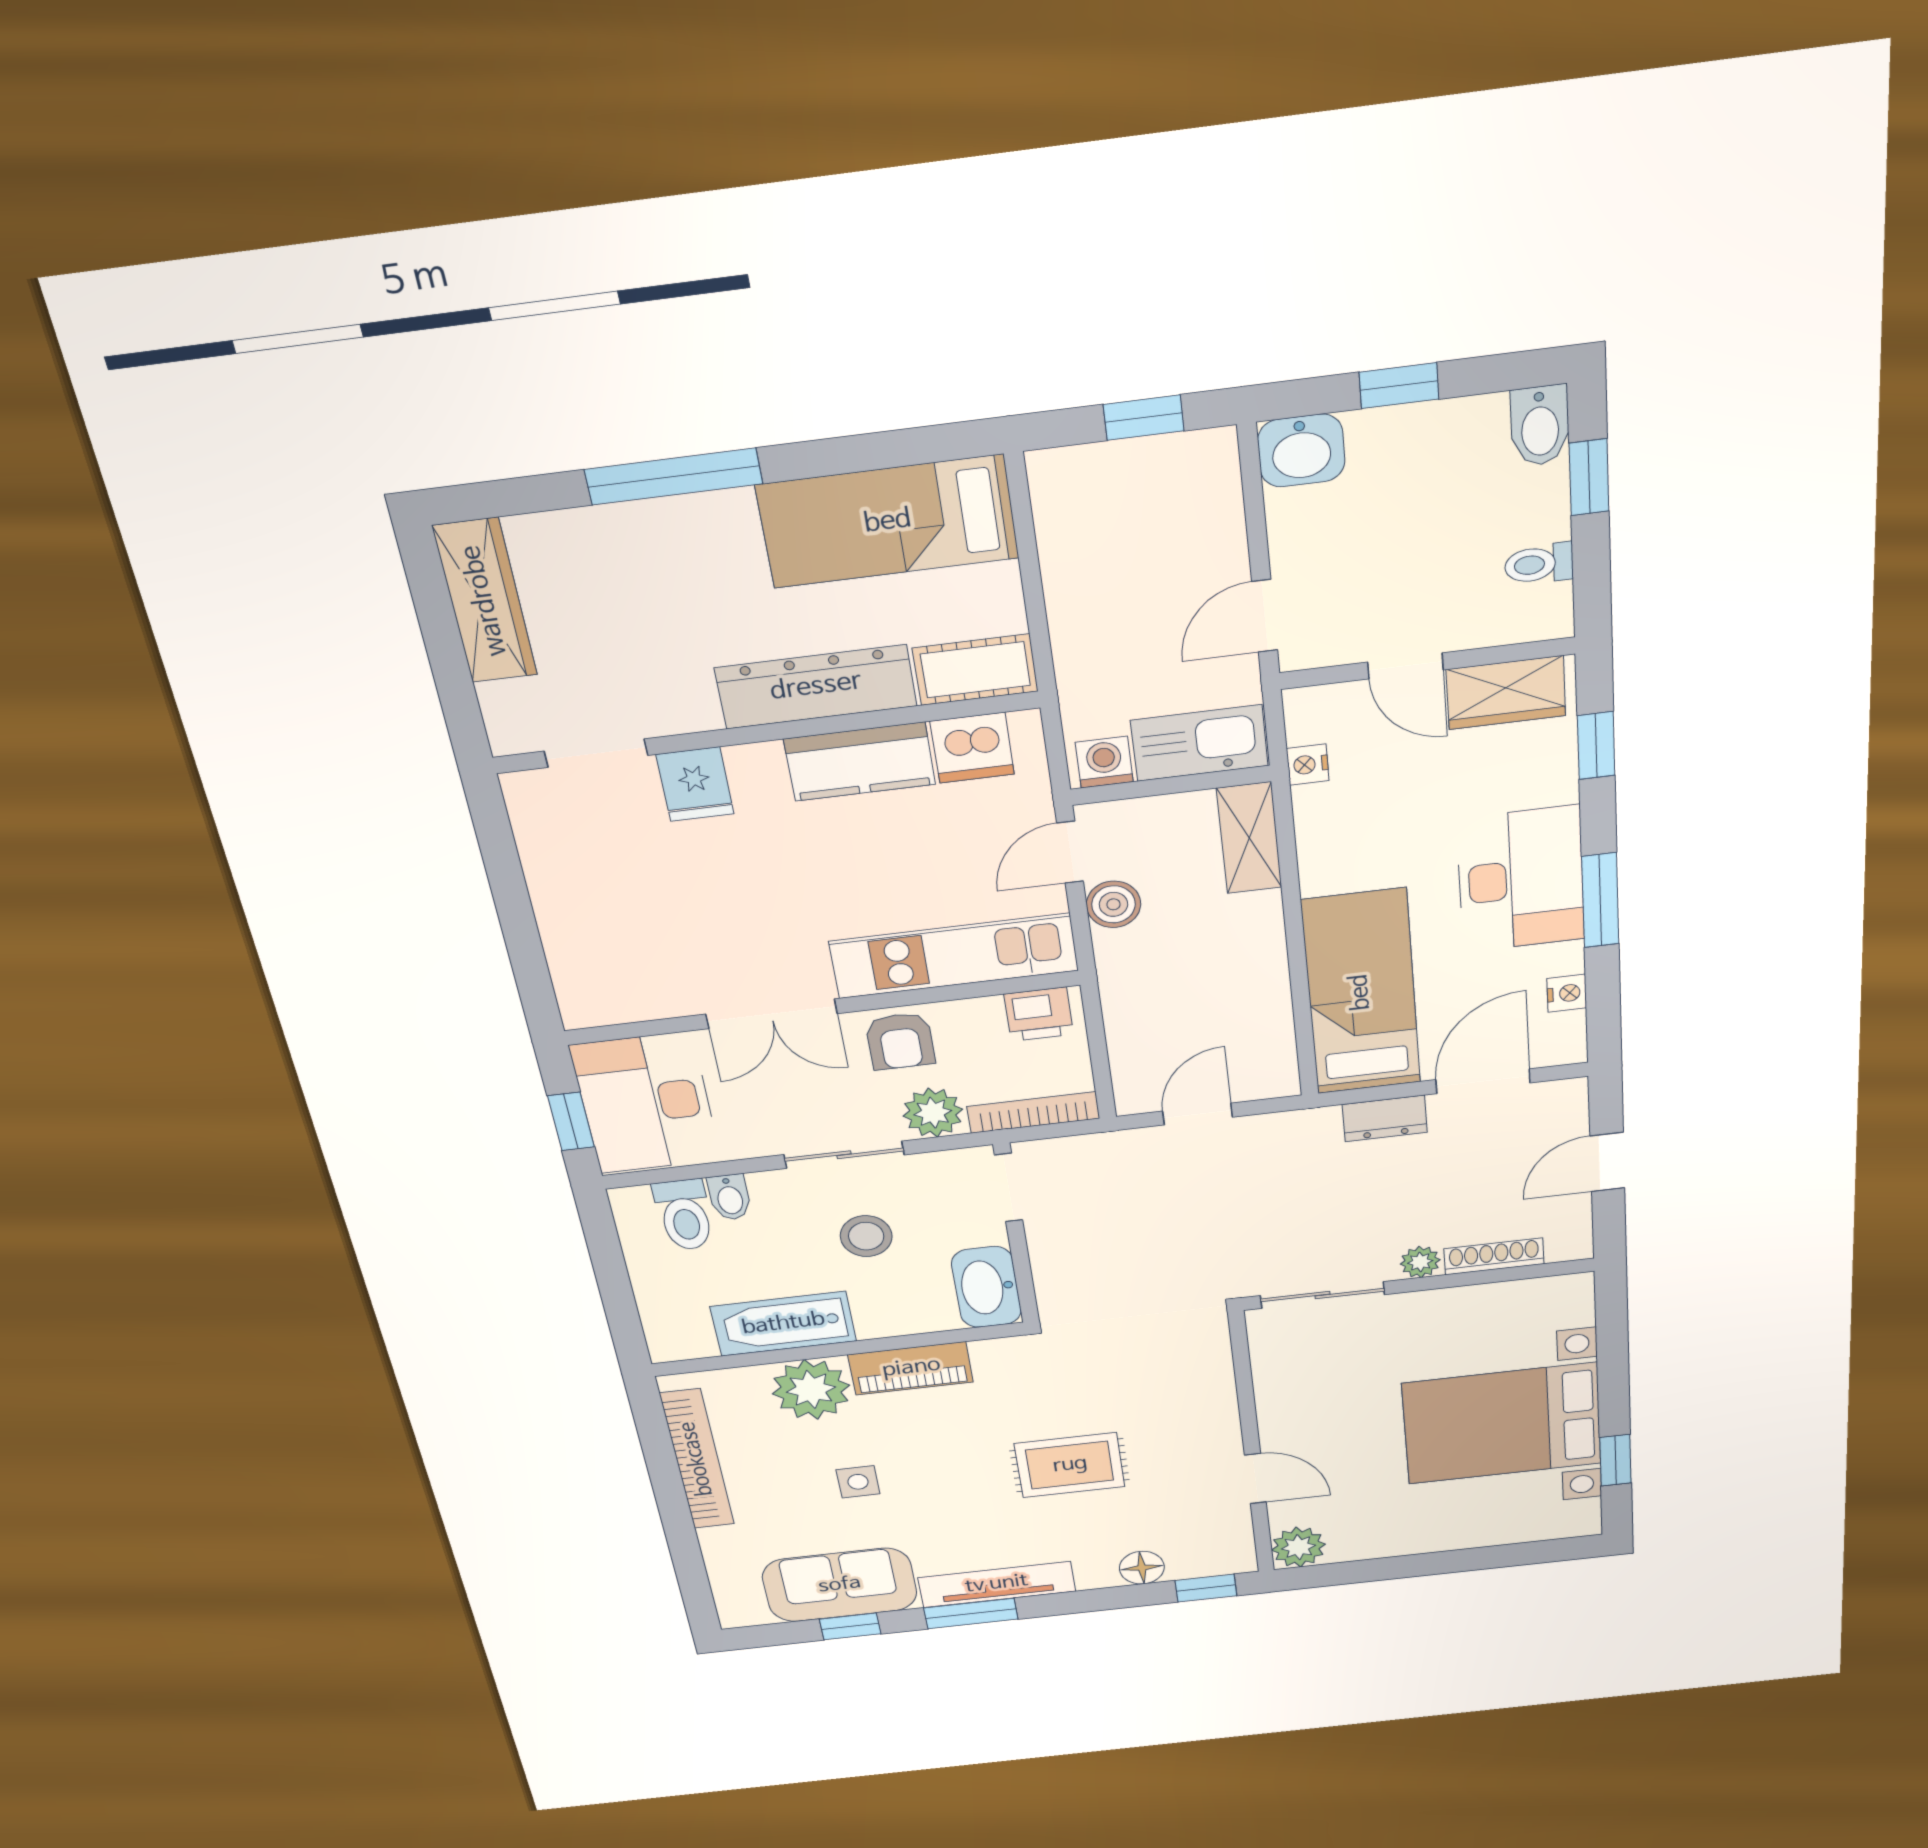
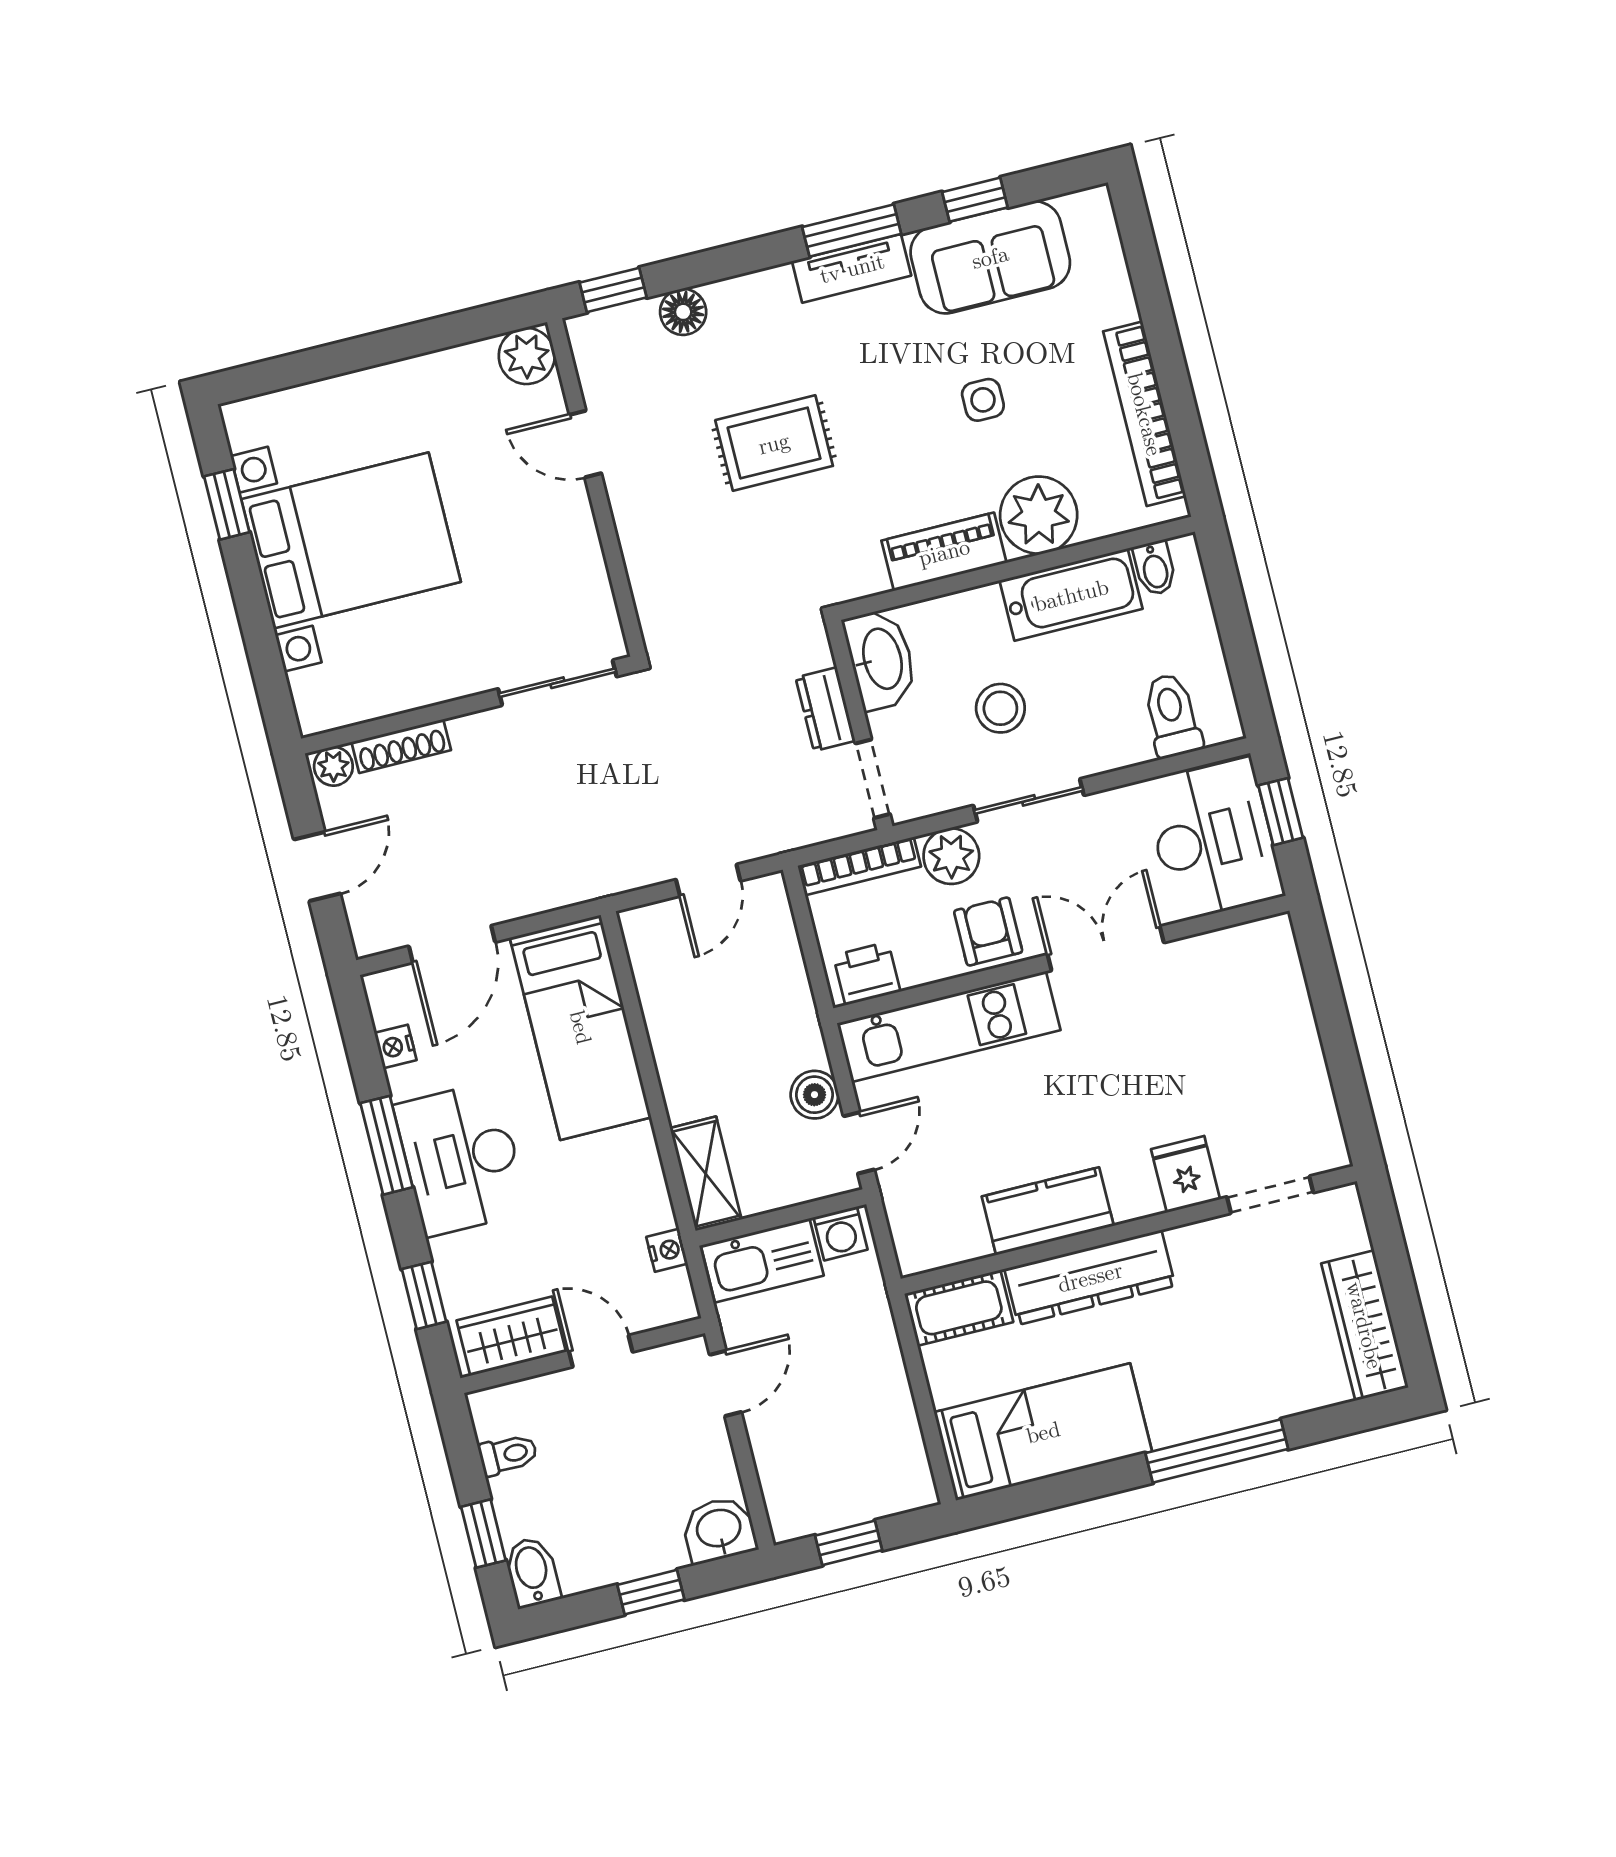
dishwasher: (972, 748) -> (954, 1235), removed
dresser: (1385, 1118) -> (825, 709), moved, turned -90
bidet: (730, 1197) -> (1155, 568), moved, turned 180
plant: (1420, 1262) -> (333, 766), moved
tv unit: (997, 1584) -> (852, 268), width x0.71

